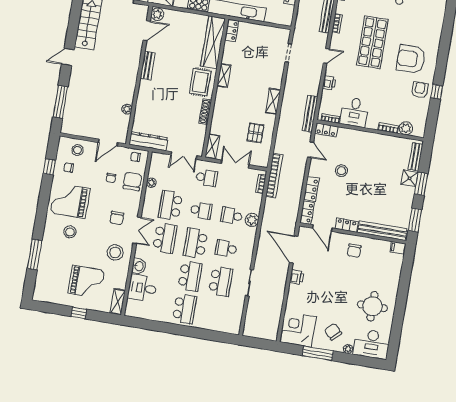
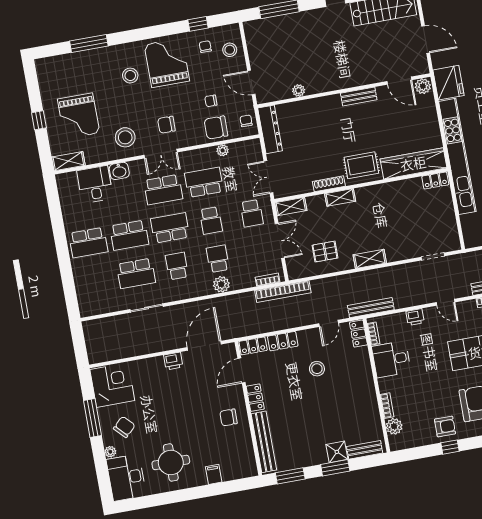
shelving: (224, 75) -> (340, 197), moved
chair: (132, 181) -> (216, 128), turned 180
filing cabinet: (398, 248) -> (214, 474), moved

